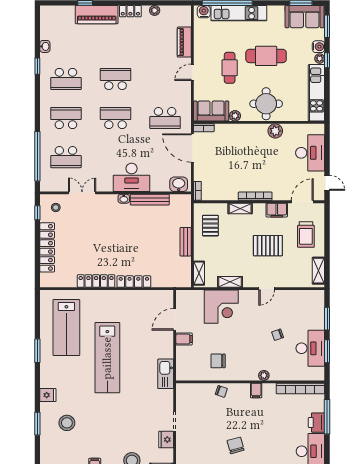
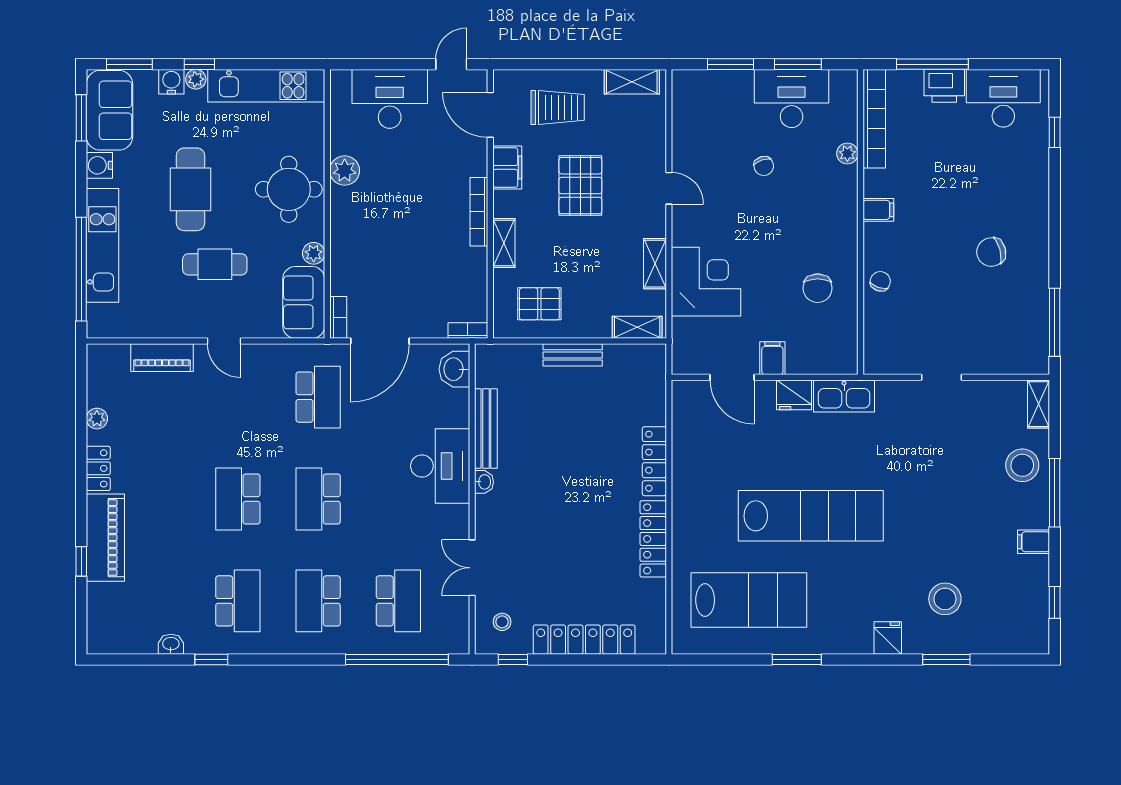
water cooler: (204, 12) -> (99, 165), moved
plant: (264, 375) -> (847, 154), moved
fridge: (166, 440) -> (794, 395), moved

